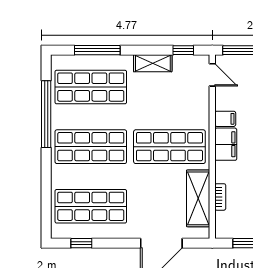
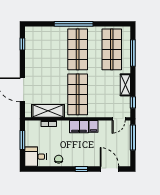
window: (46, 114) -> (74, 24), moved
shop shelf: (91, 206) -> (43, 49), removed

